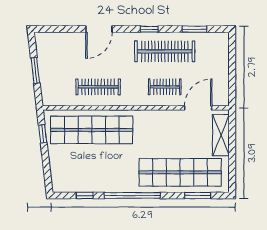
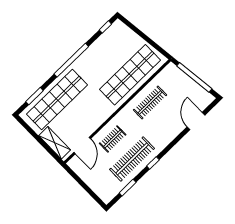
door: (99, 29) -> (196, 121), moved
window: (35, 70) -> (194, 77), width x2.11
window: (43, 134) -> (155, 46), removed
window: (85, 195) -> (105, 27), moved

